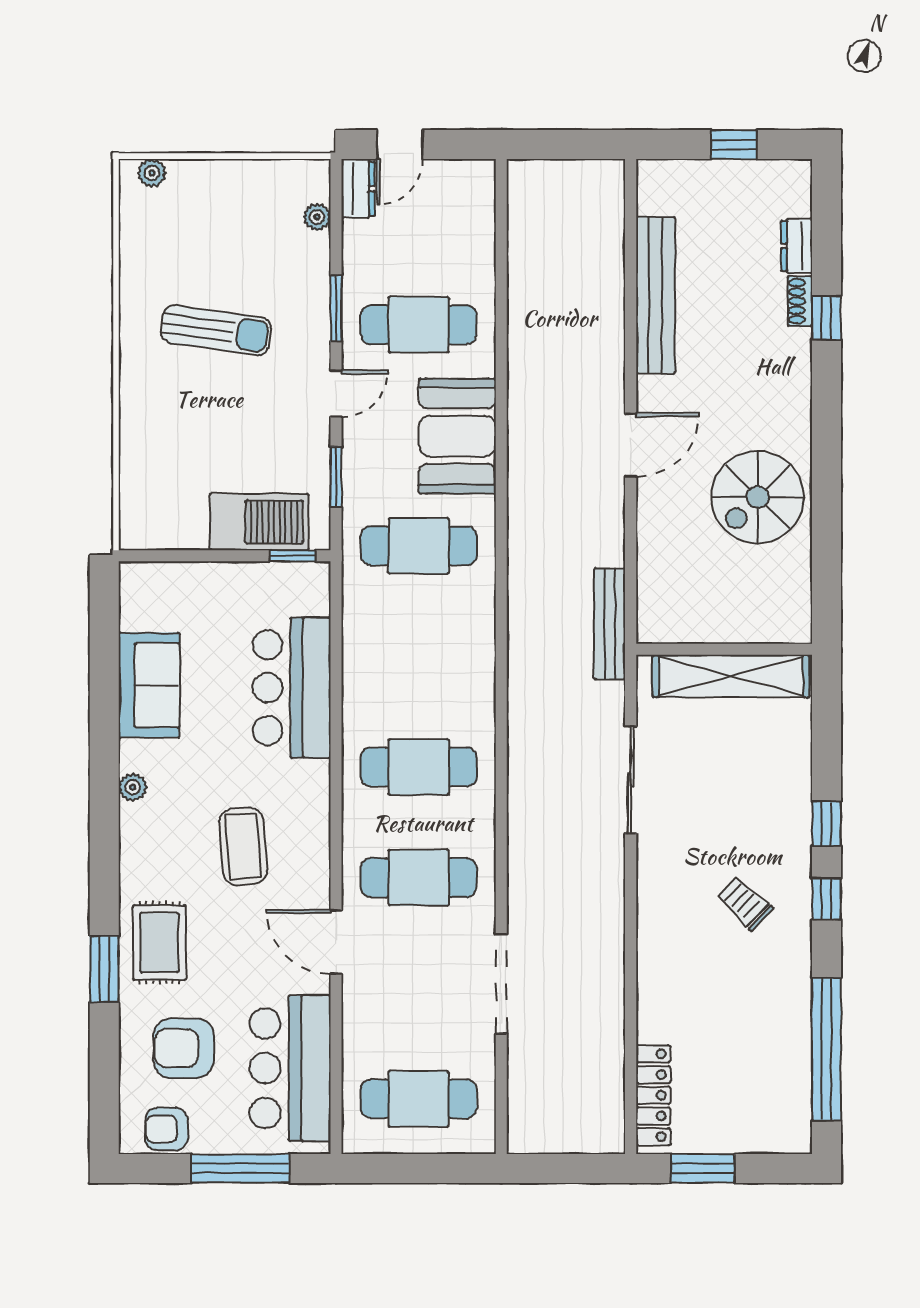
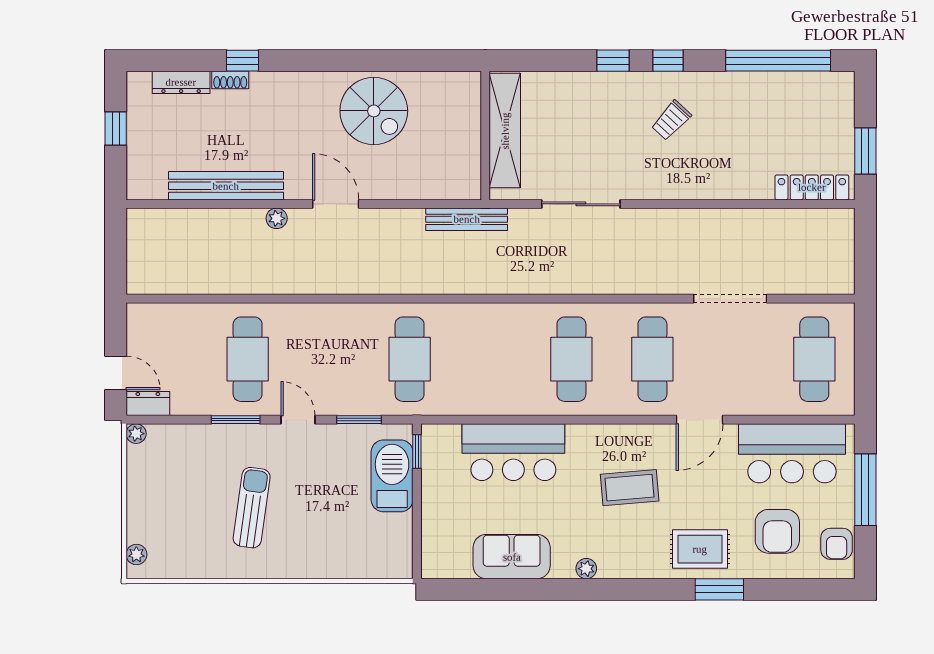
plant: (317, 217) -> (136, 434), moved
dresser: (797, 246) -> (181, 82), width x1.44
plant: (611, 364) -> (277, 218), added
booth: (457, 436) -> (329, 331), removed

